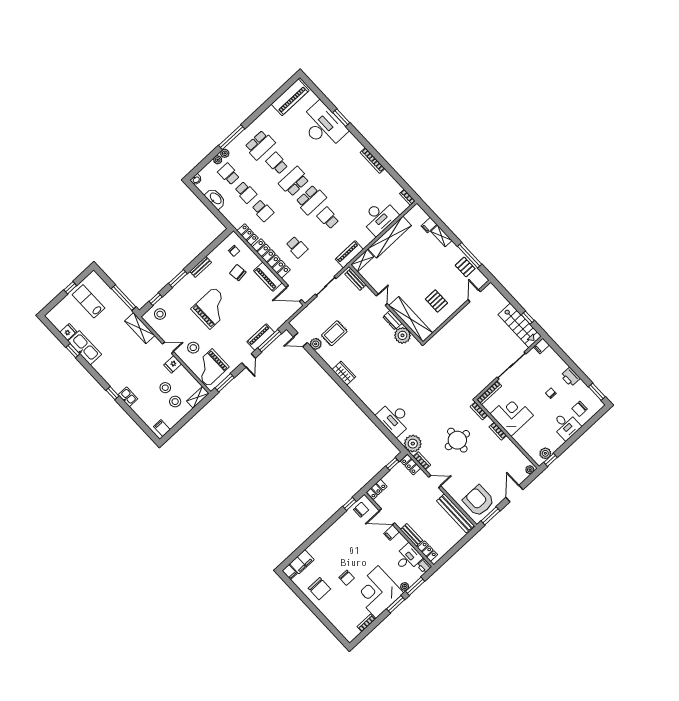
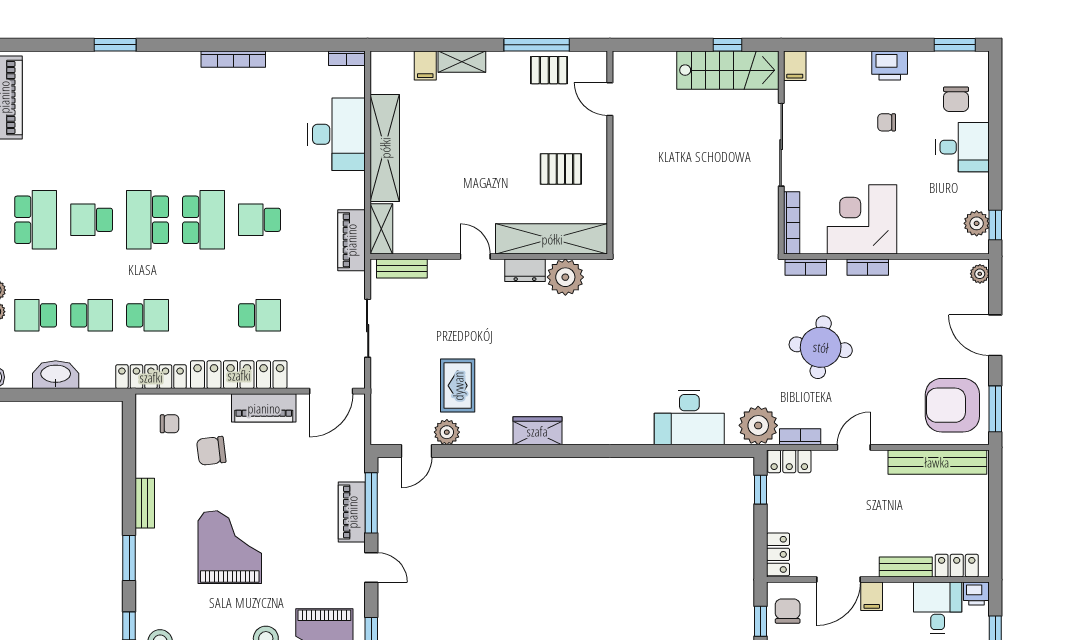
desk: (323, 126) -> (101, 87), removed
locker: (248, 234) -> (151, 377), width x1.53

